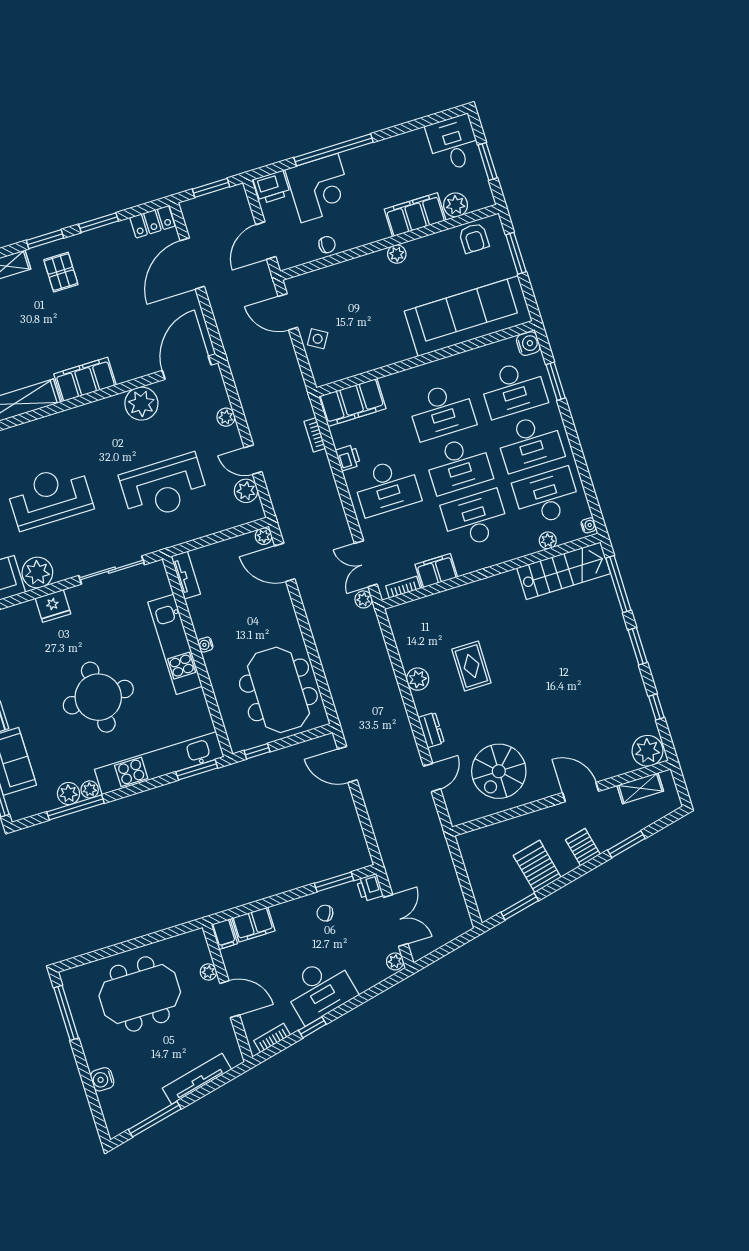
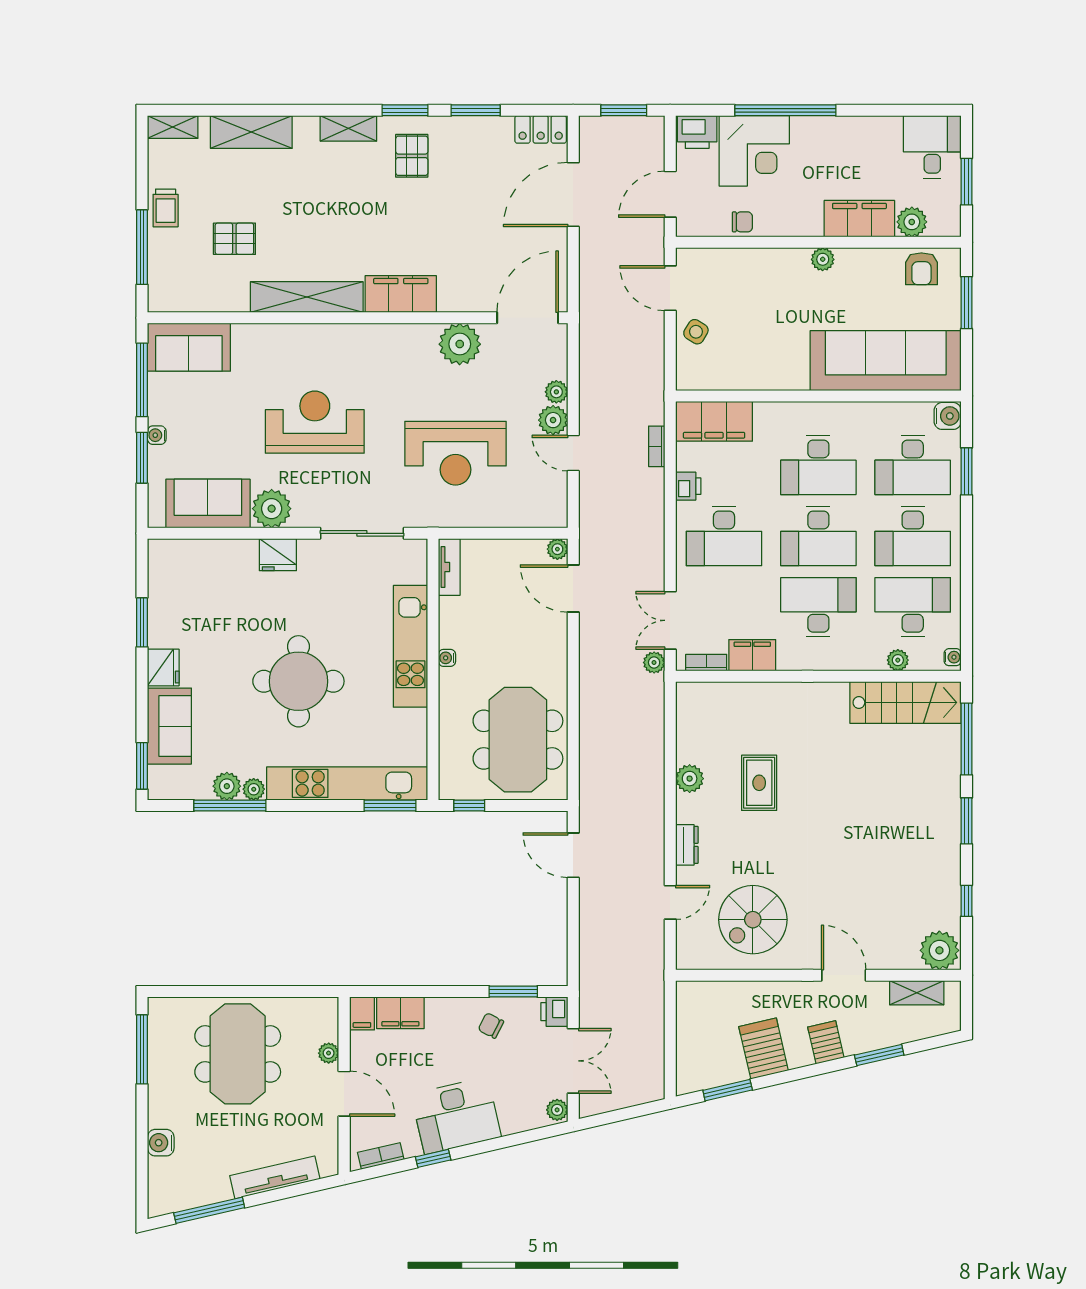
plant: (246, 491) -> (553, 420), moved
meeting table: (140, 994) -> (238, 1054), turned 90

